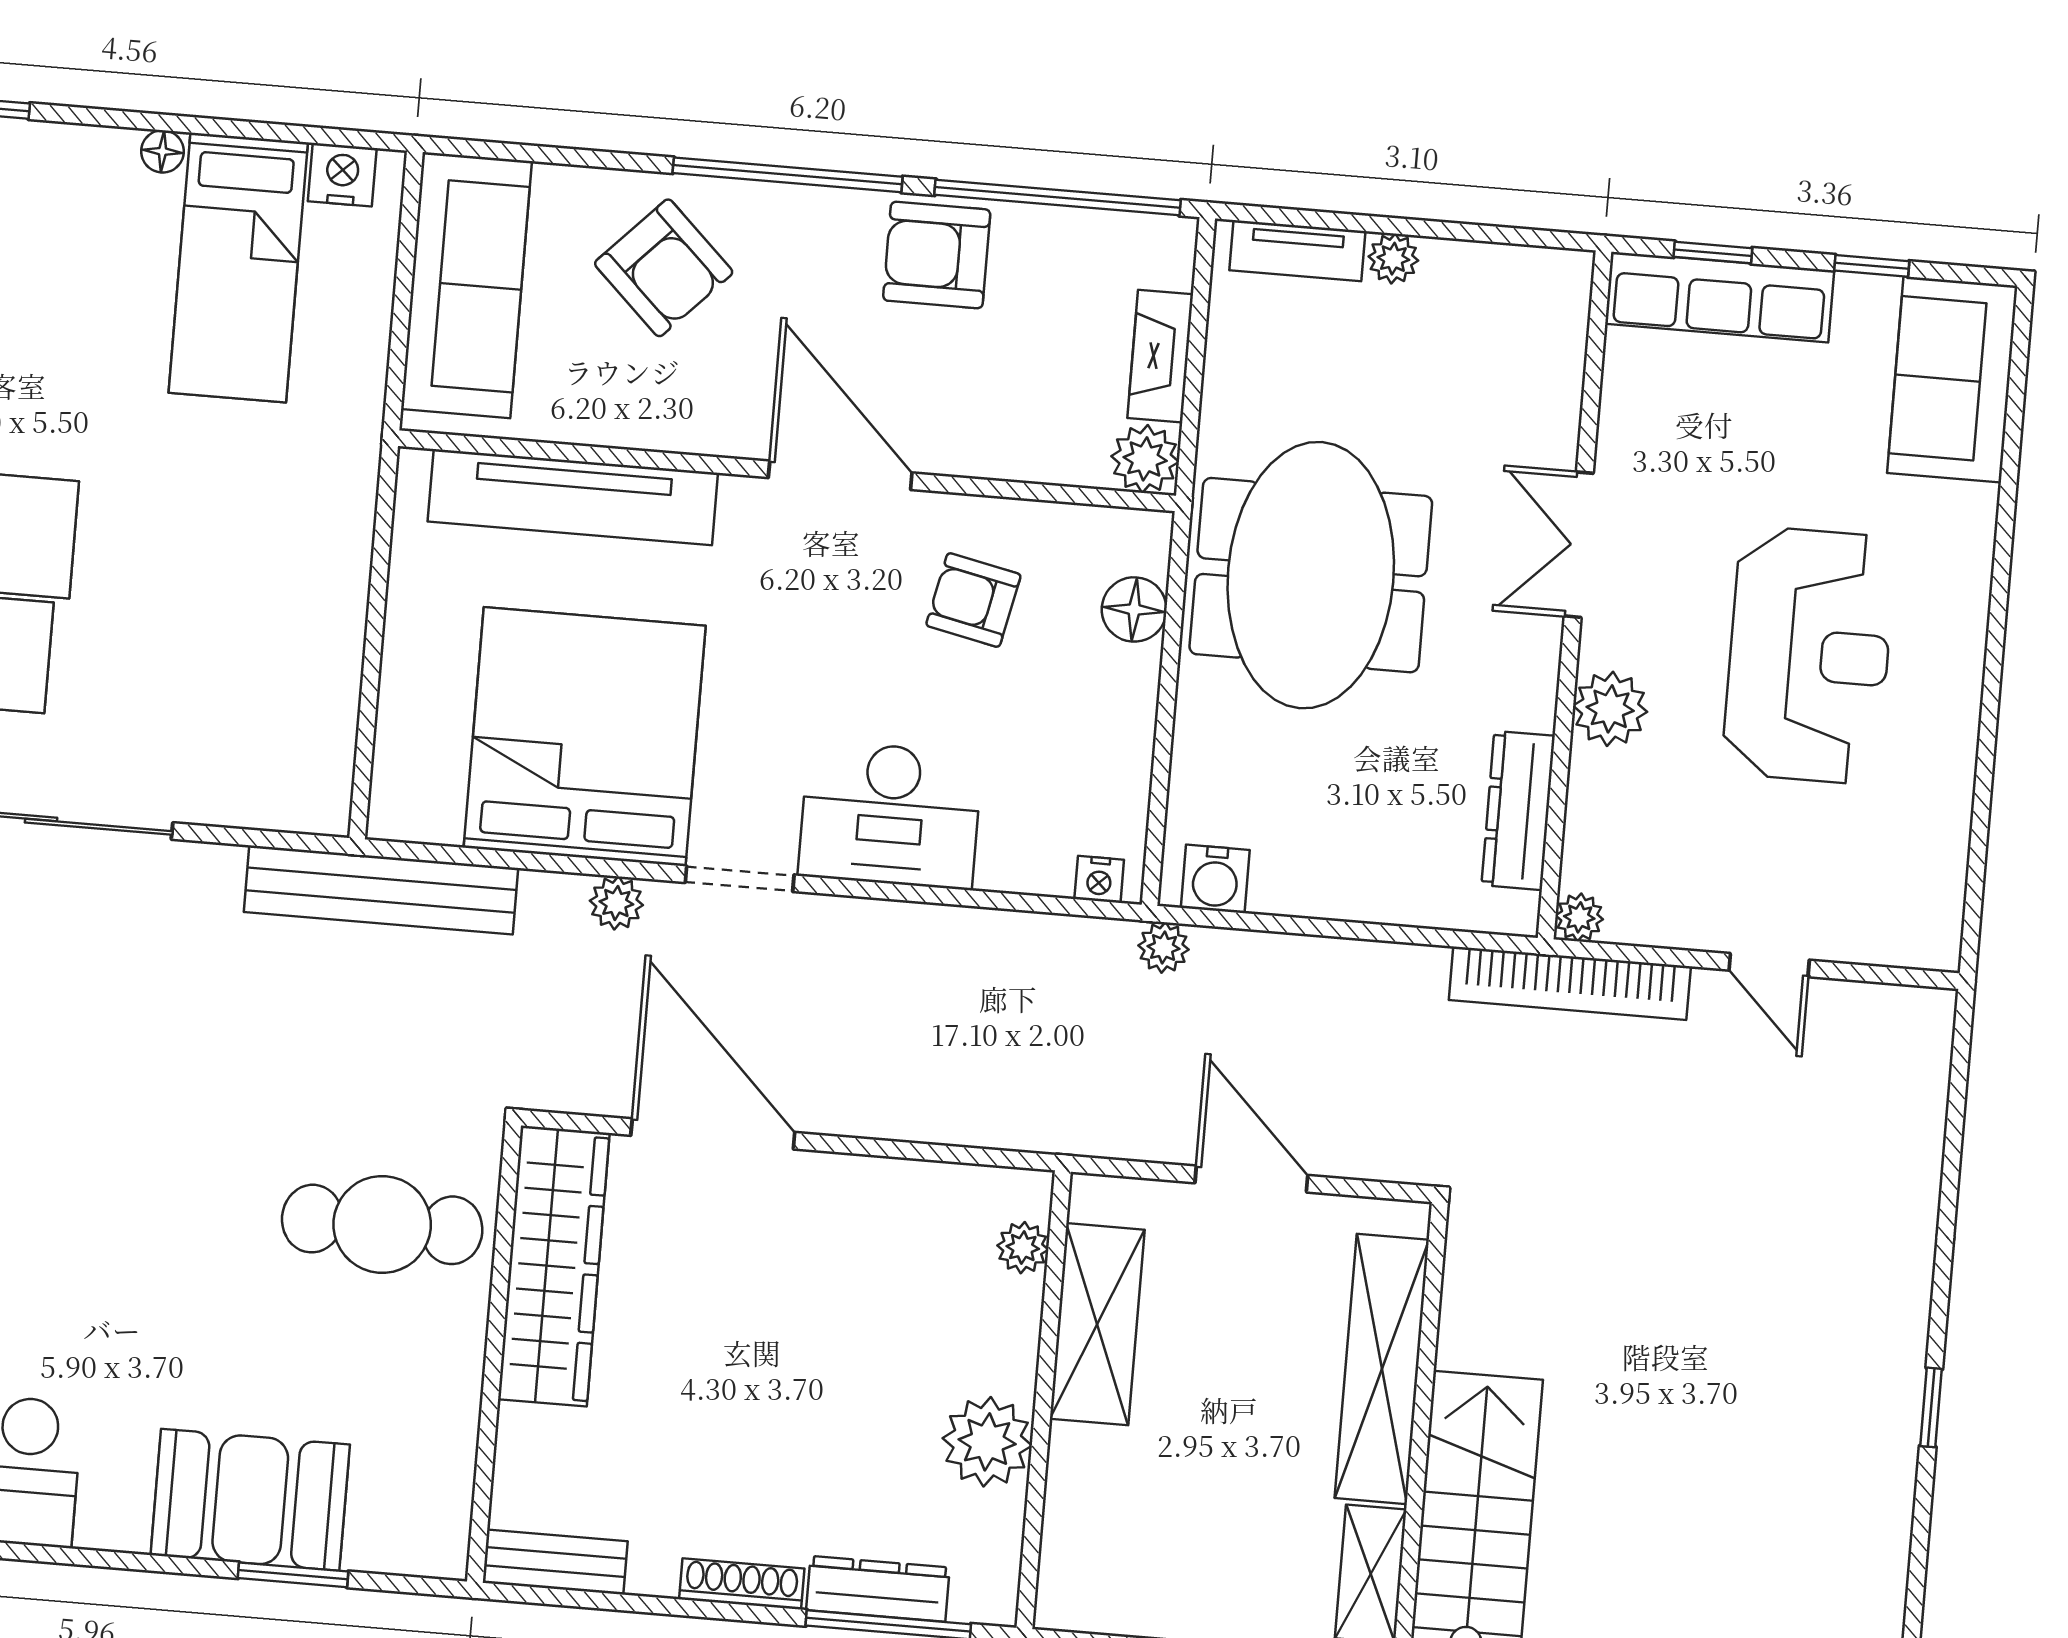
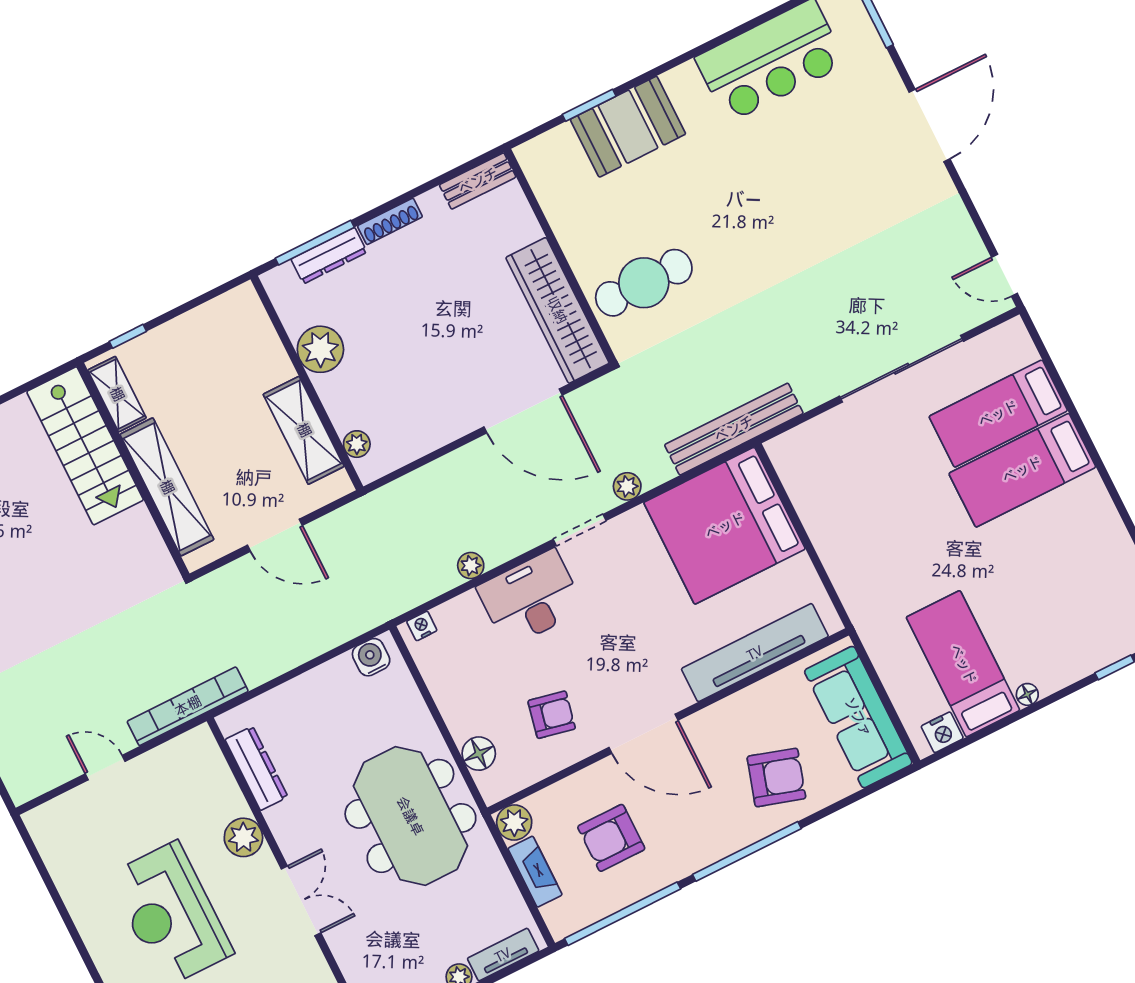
armchair: (937, 255) -> (611, 838), moved, turned 180
armchair: (664, 268) -> (776, 777), turned 153
bed: (585, 737) -> (725, 526), moved, turned 90
plant: (1579, 917) -> (201, 738), removed
plant: (1163, 947) -> (471, 566), moved

